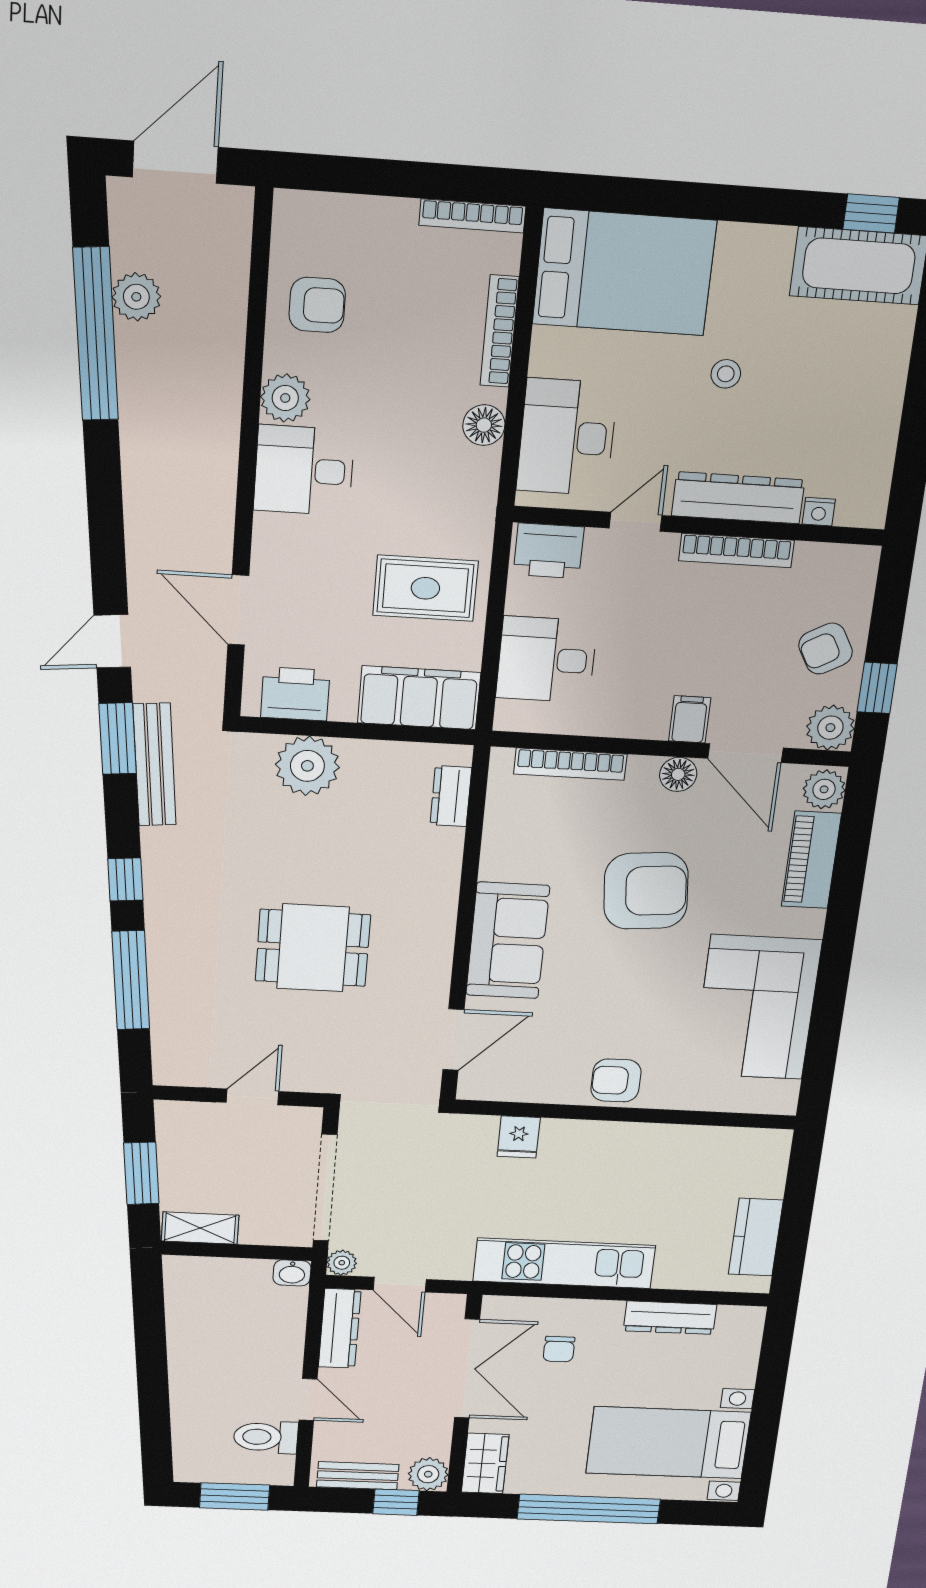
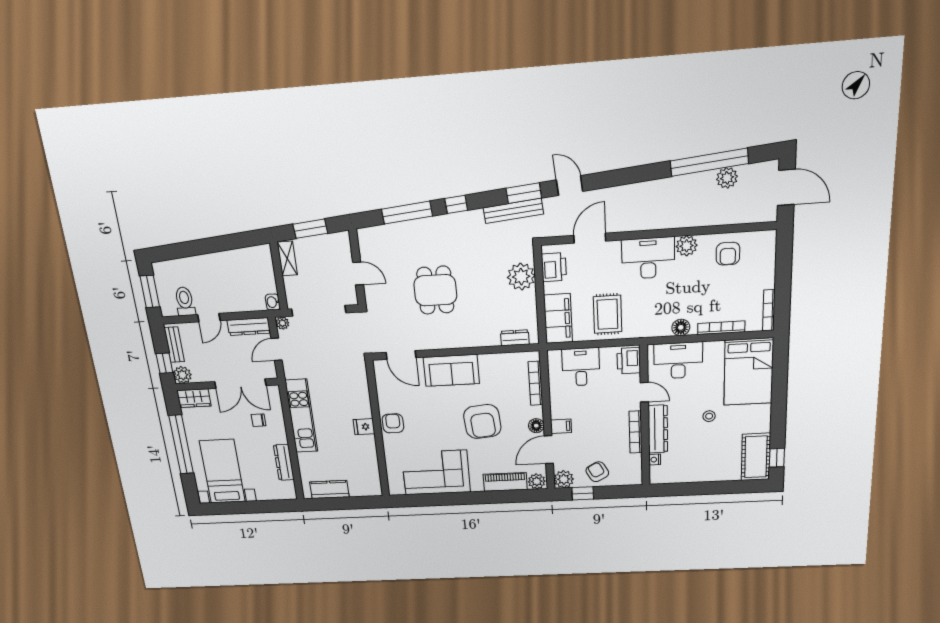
desk: (304, 470) -> (648, 258), width x1.37
fridge: (519, 1137) -> (364, 427), moved

